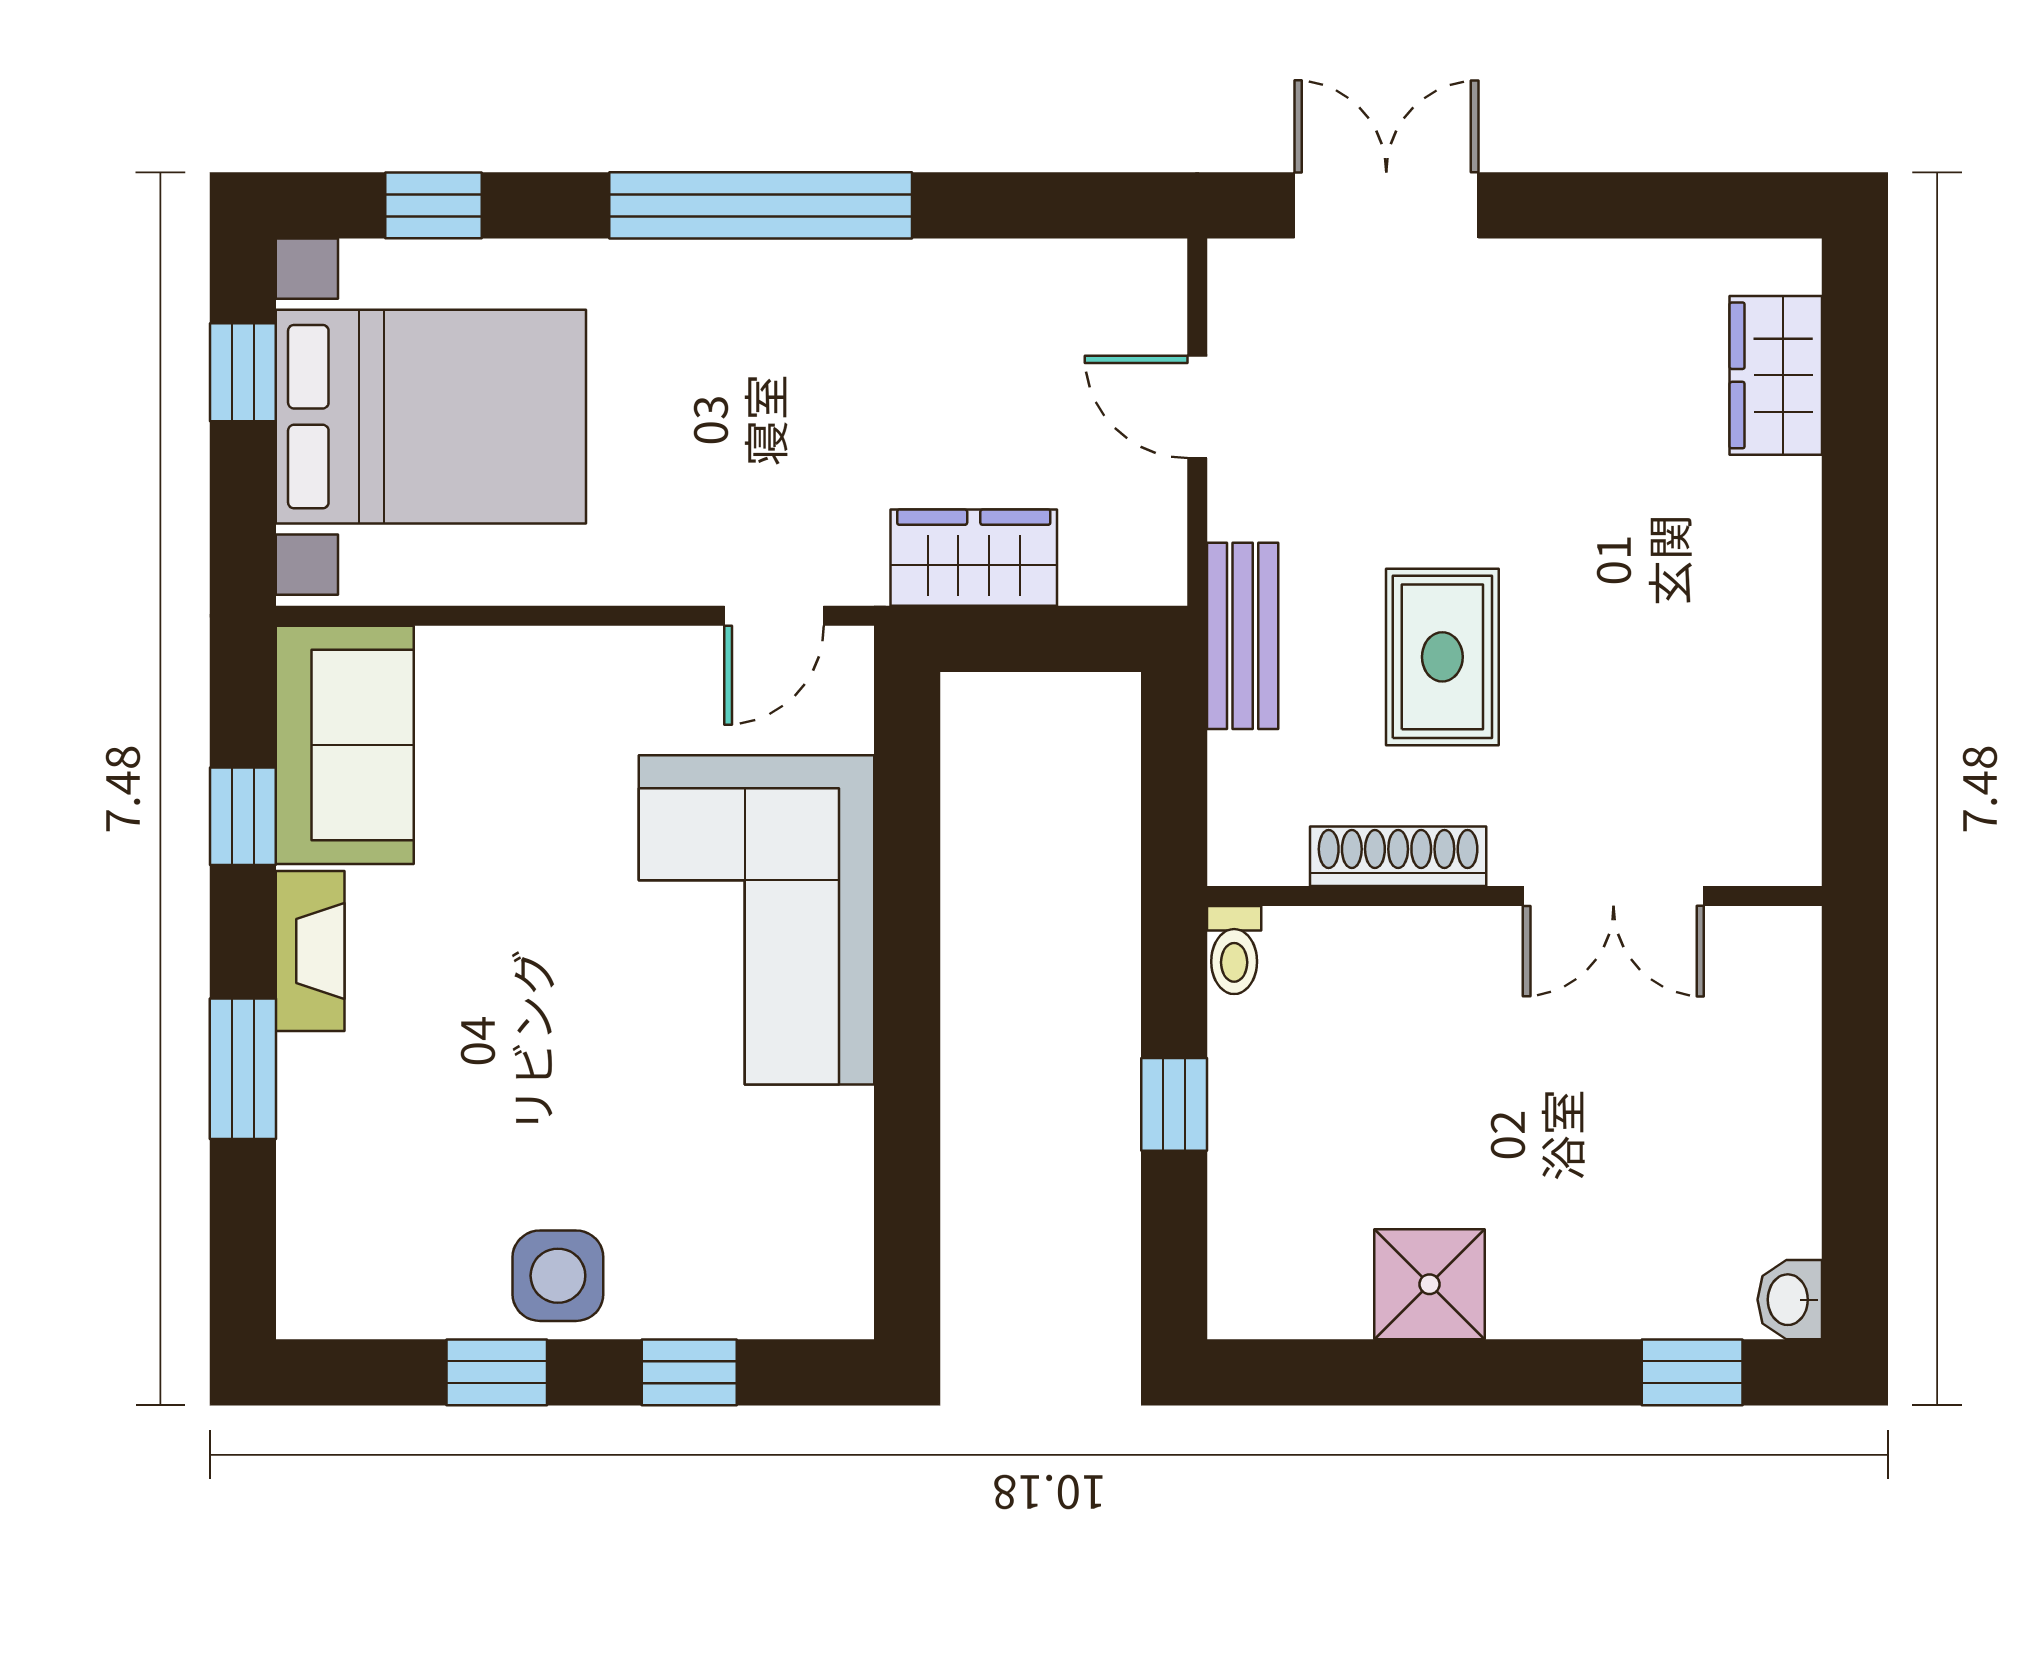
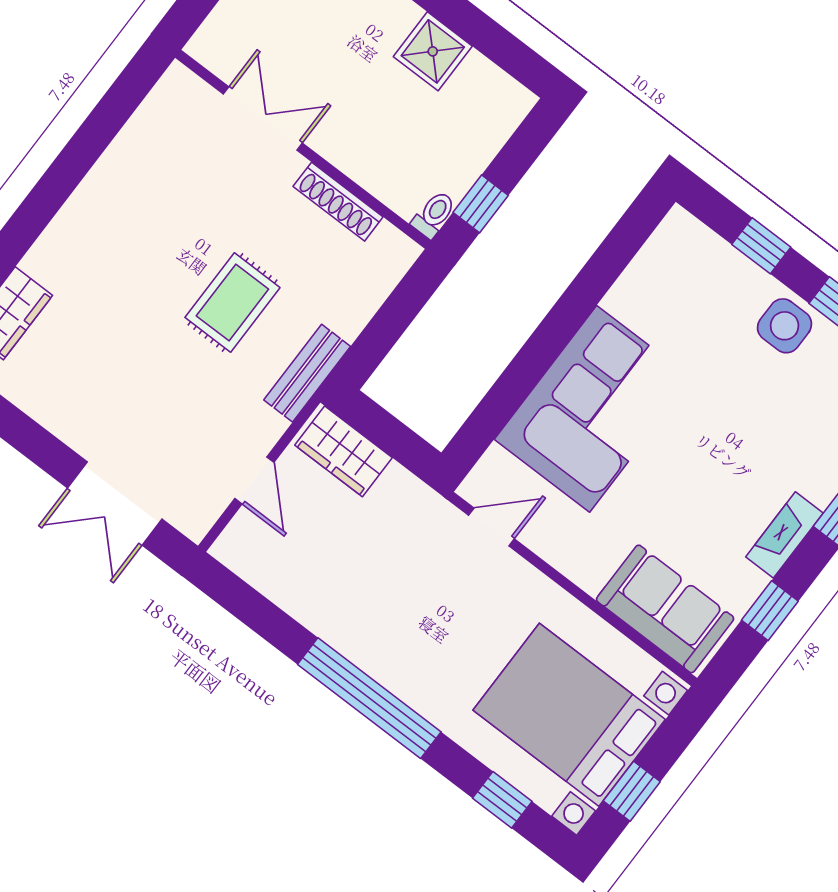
wardrobe: (974, 558) -> (343, 451), moved
sofa: (345, 745) -> (665, 609), moved, turned 90
shoe rack: (1398, 856) -> (338, 202), moved
wall: (1514, 896) -> (303, 149), moved
double door: (1613, 896) -> (263, 118), moved
toilet: (1234, 950) -> (434, 214), moved

